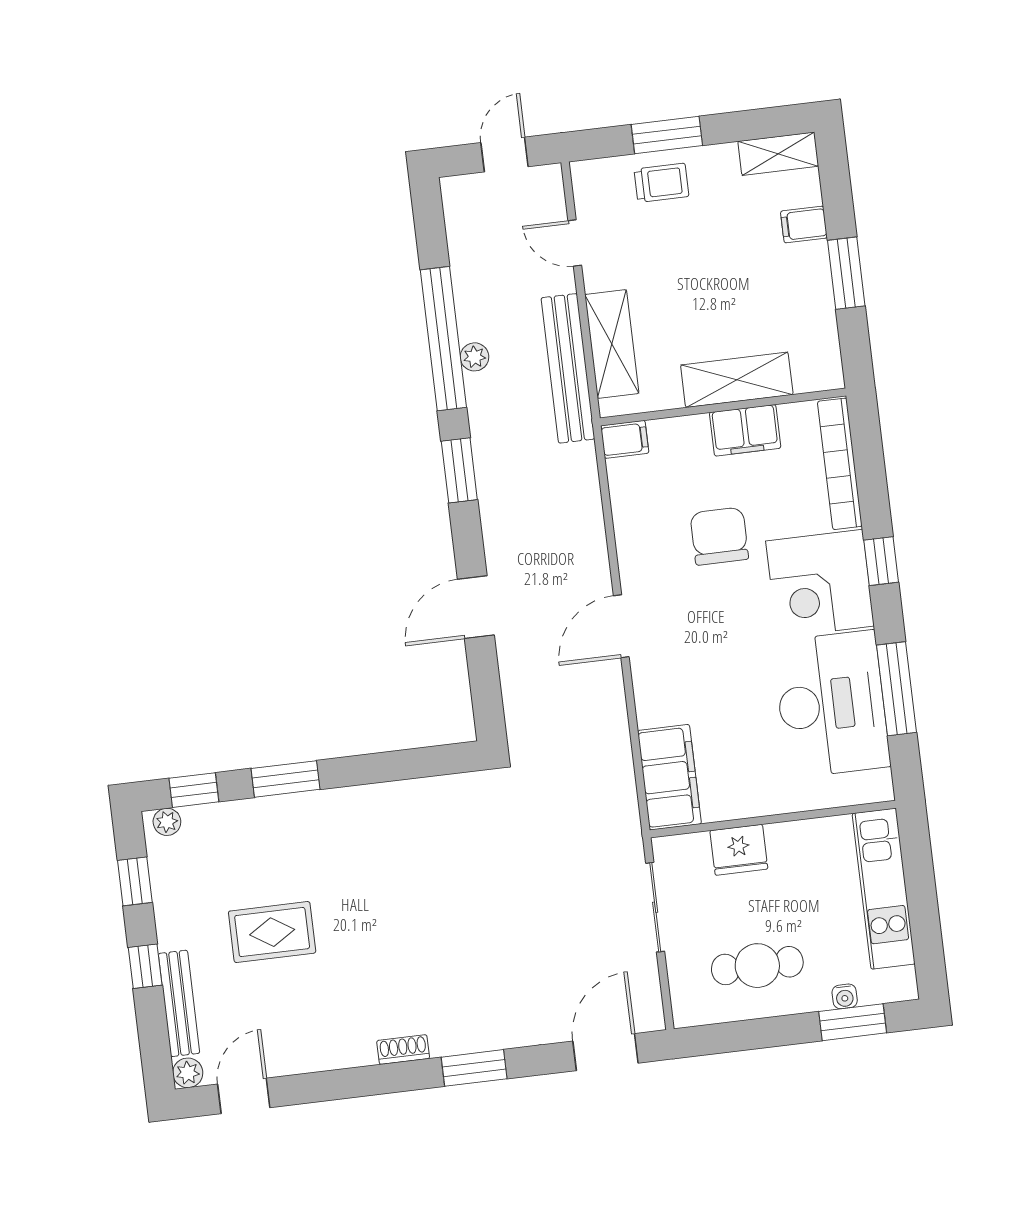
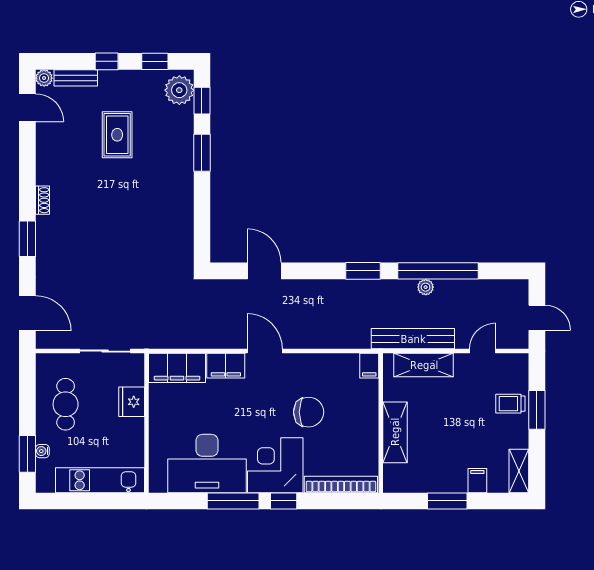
trolley: (661, 183) -> (510, 404), turned 90
filing cabinet: (745, 430) -> (226, 366), moved, turned -90
door: (476, 607) -> (264, 271), moved
window: (897, 689) -> (233, 501), moved
plant: (167, 822) -> (179, 90), width x1.88, depth x1.88
bench: (179, 1003) -> (76, 78), width x0.73

